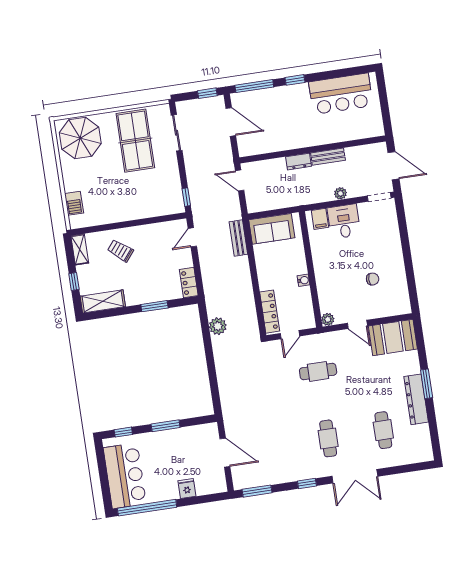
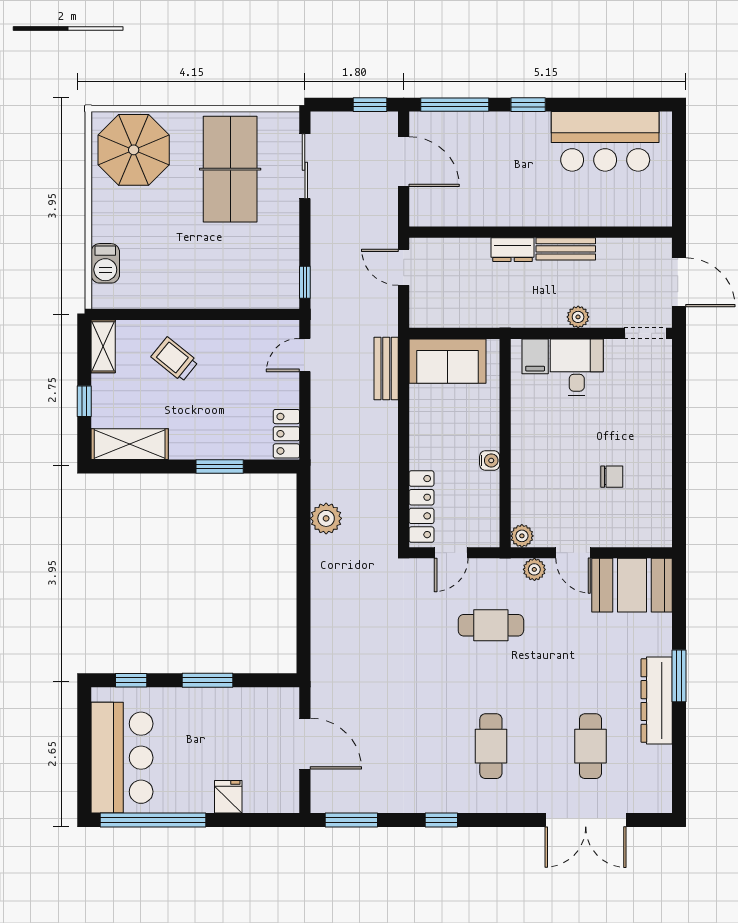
plant: (337, 337) -> (534, 569), added
double door: (355, 476) -> (586, 820), moved

